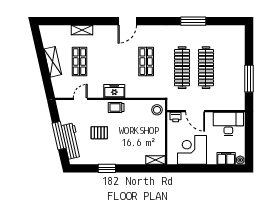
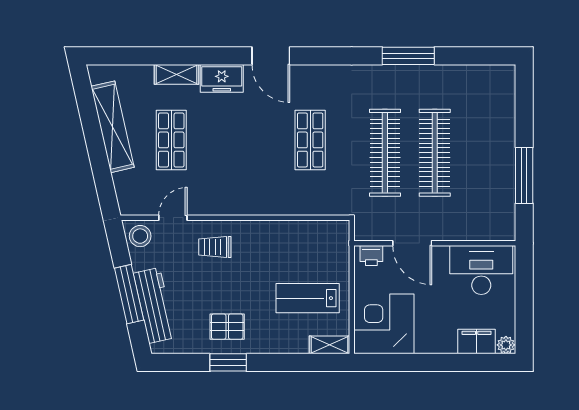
door: (127, 21) -> (271, 56), hinge flipped
shelving: (53, 62) -> (113, 127), width x1.47
freezer: (114, 91) -> (222, 78), moved, turned 180
trolley: (116, 108) -> (215, 247), moved
stool: (157, 110) -> (140, 236), moved
pallet: (99, 133) -> (227, 327), moved
lab bench: (145, 137) -> (308, 298), added
corner desk: (192, 150) -> (384, 324), moved

